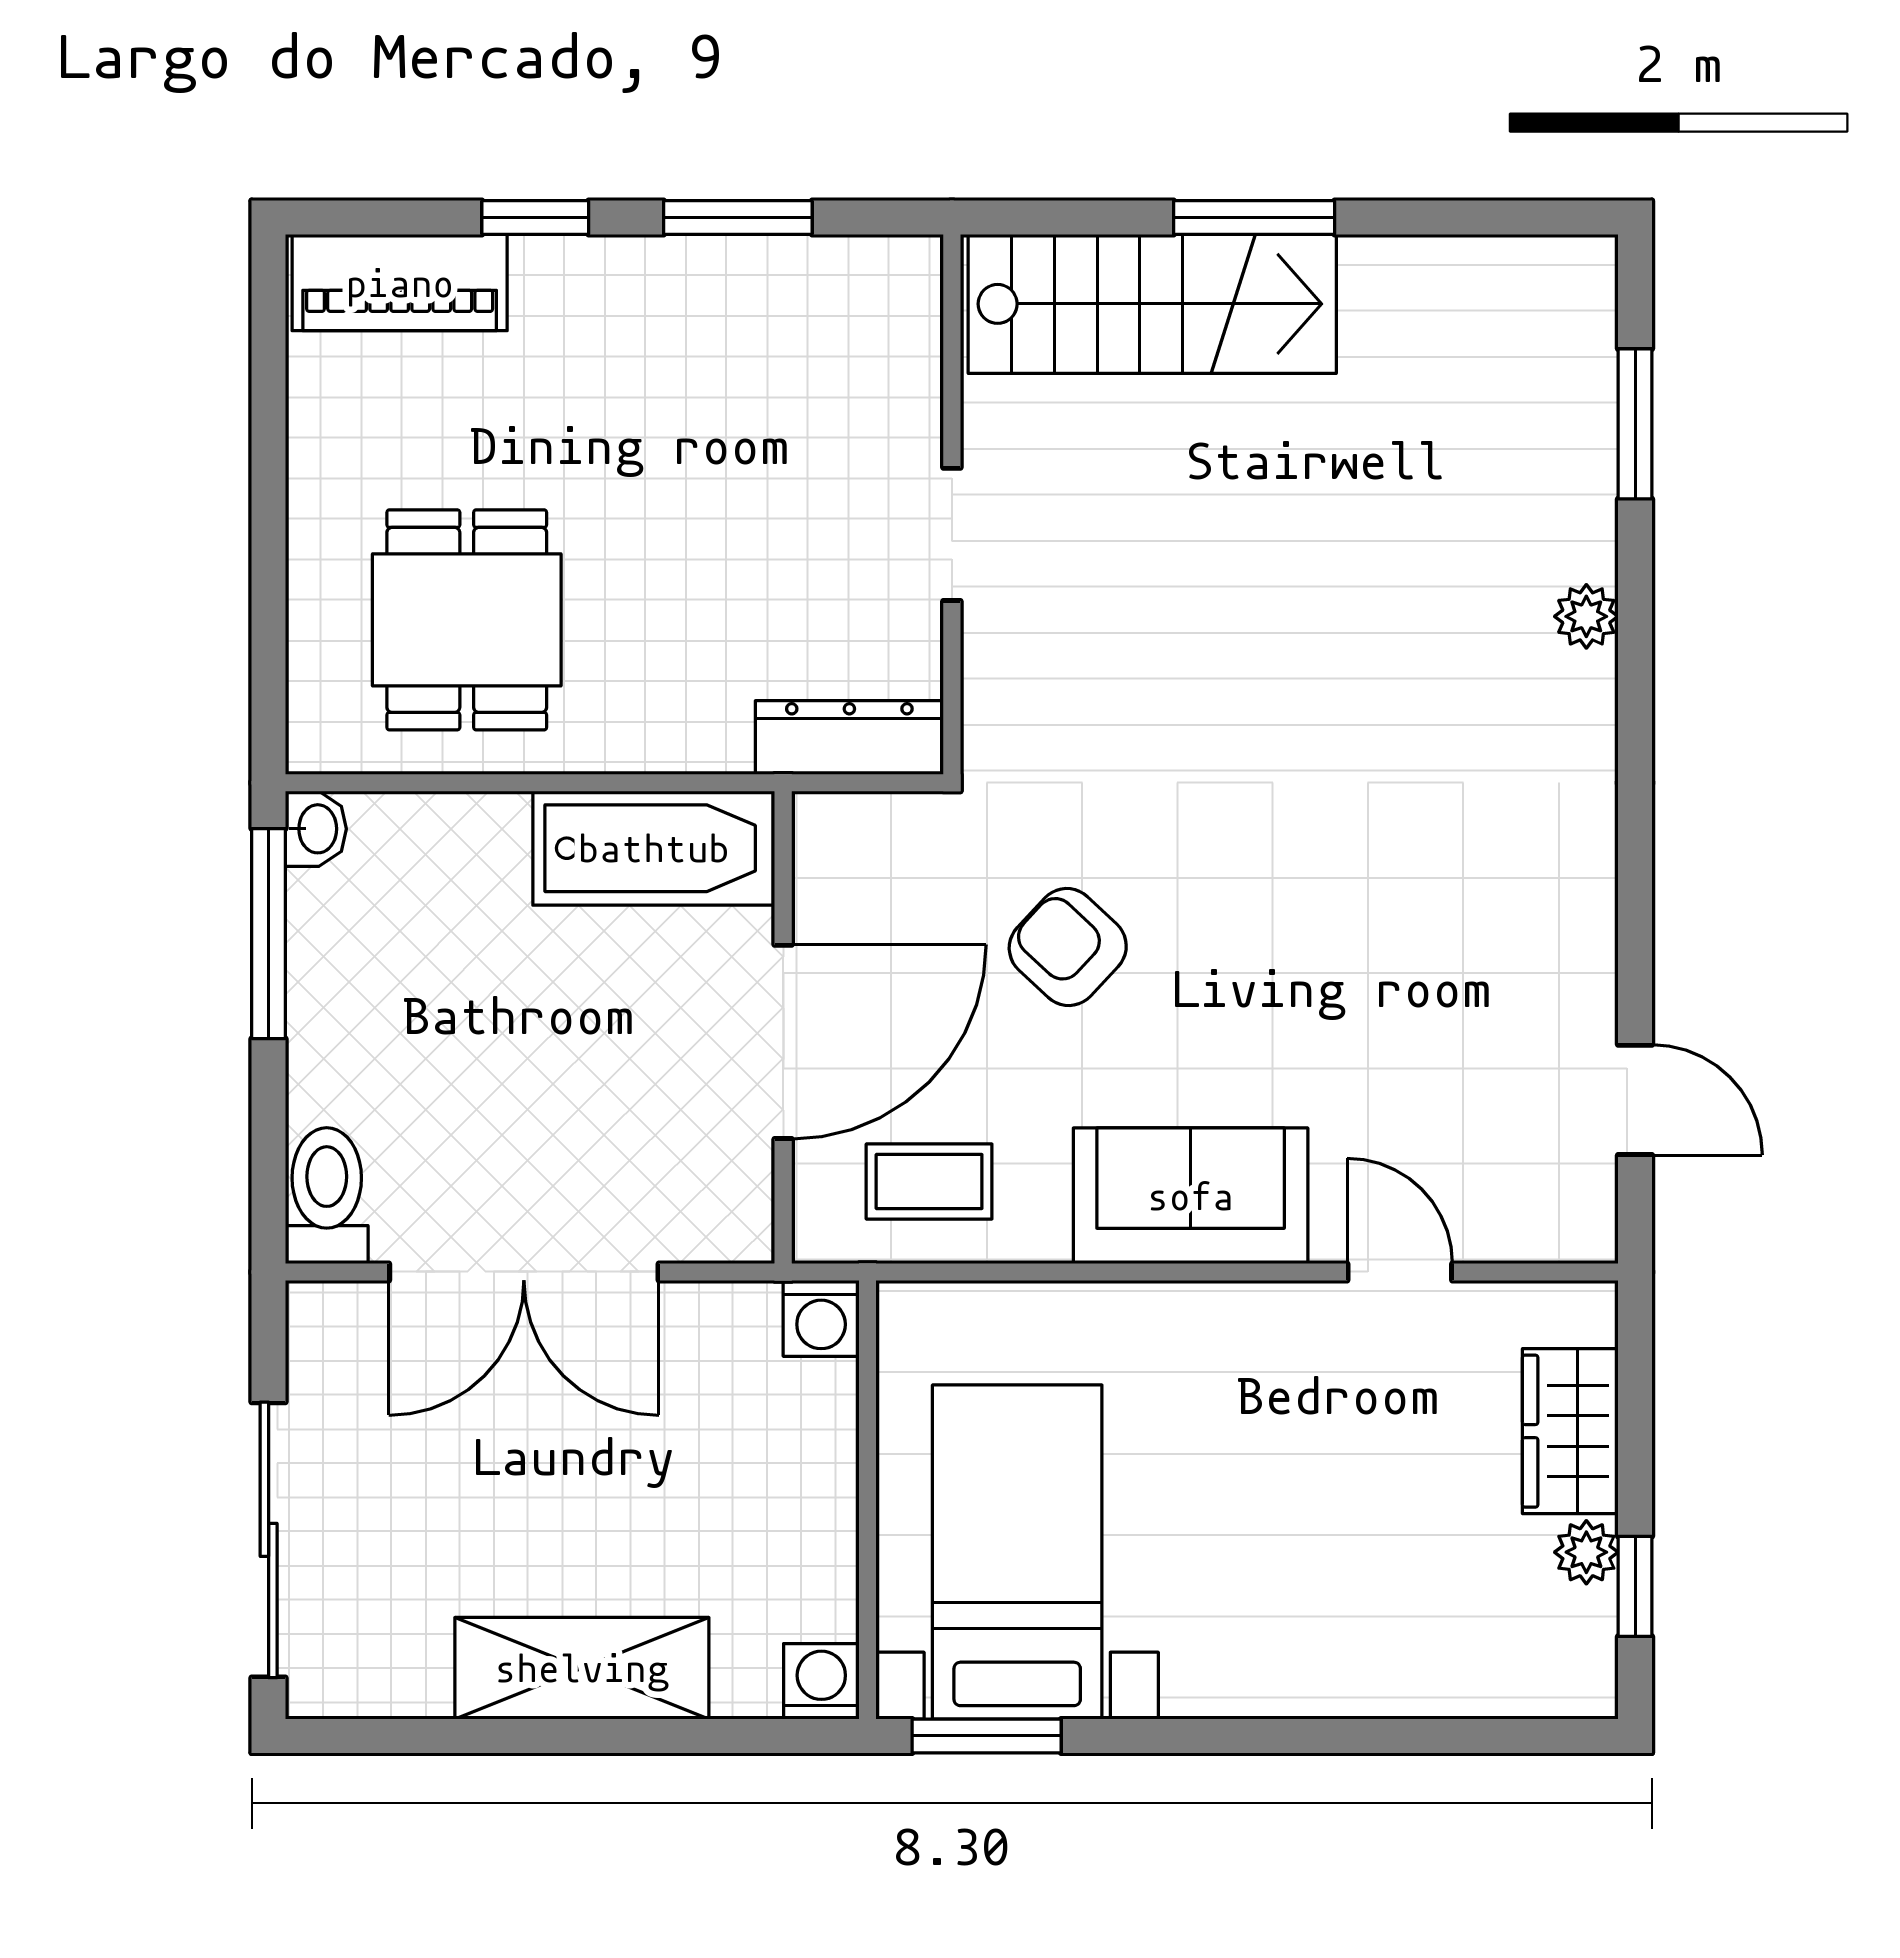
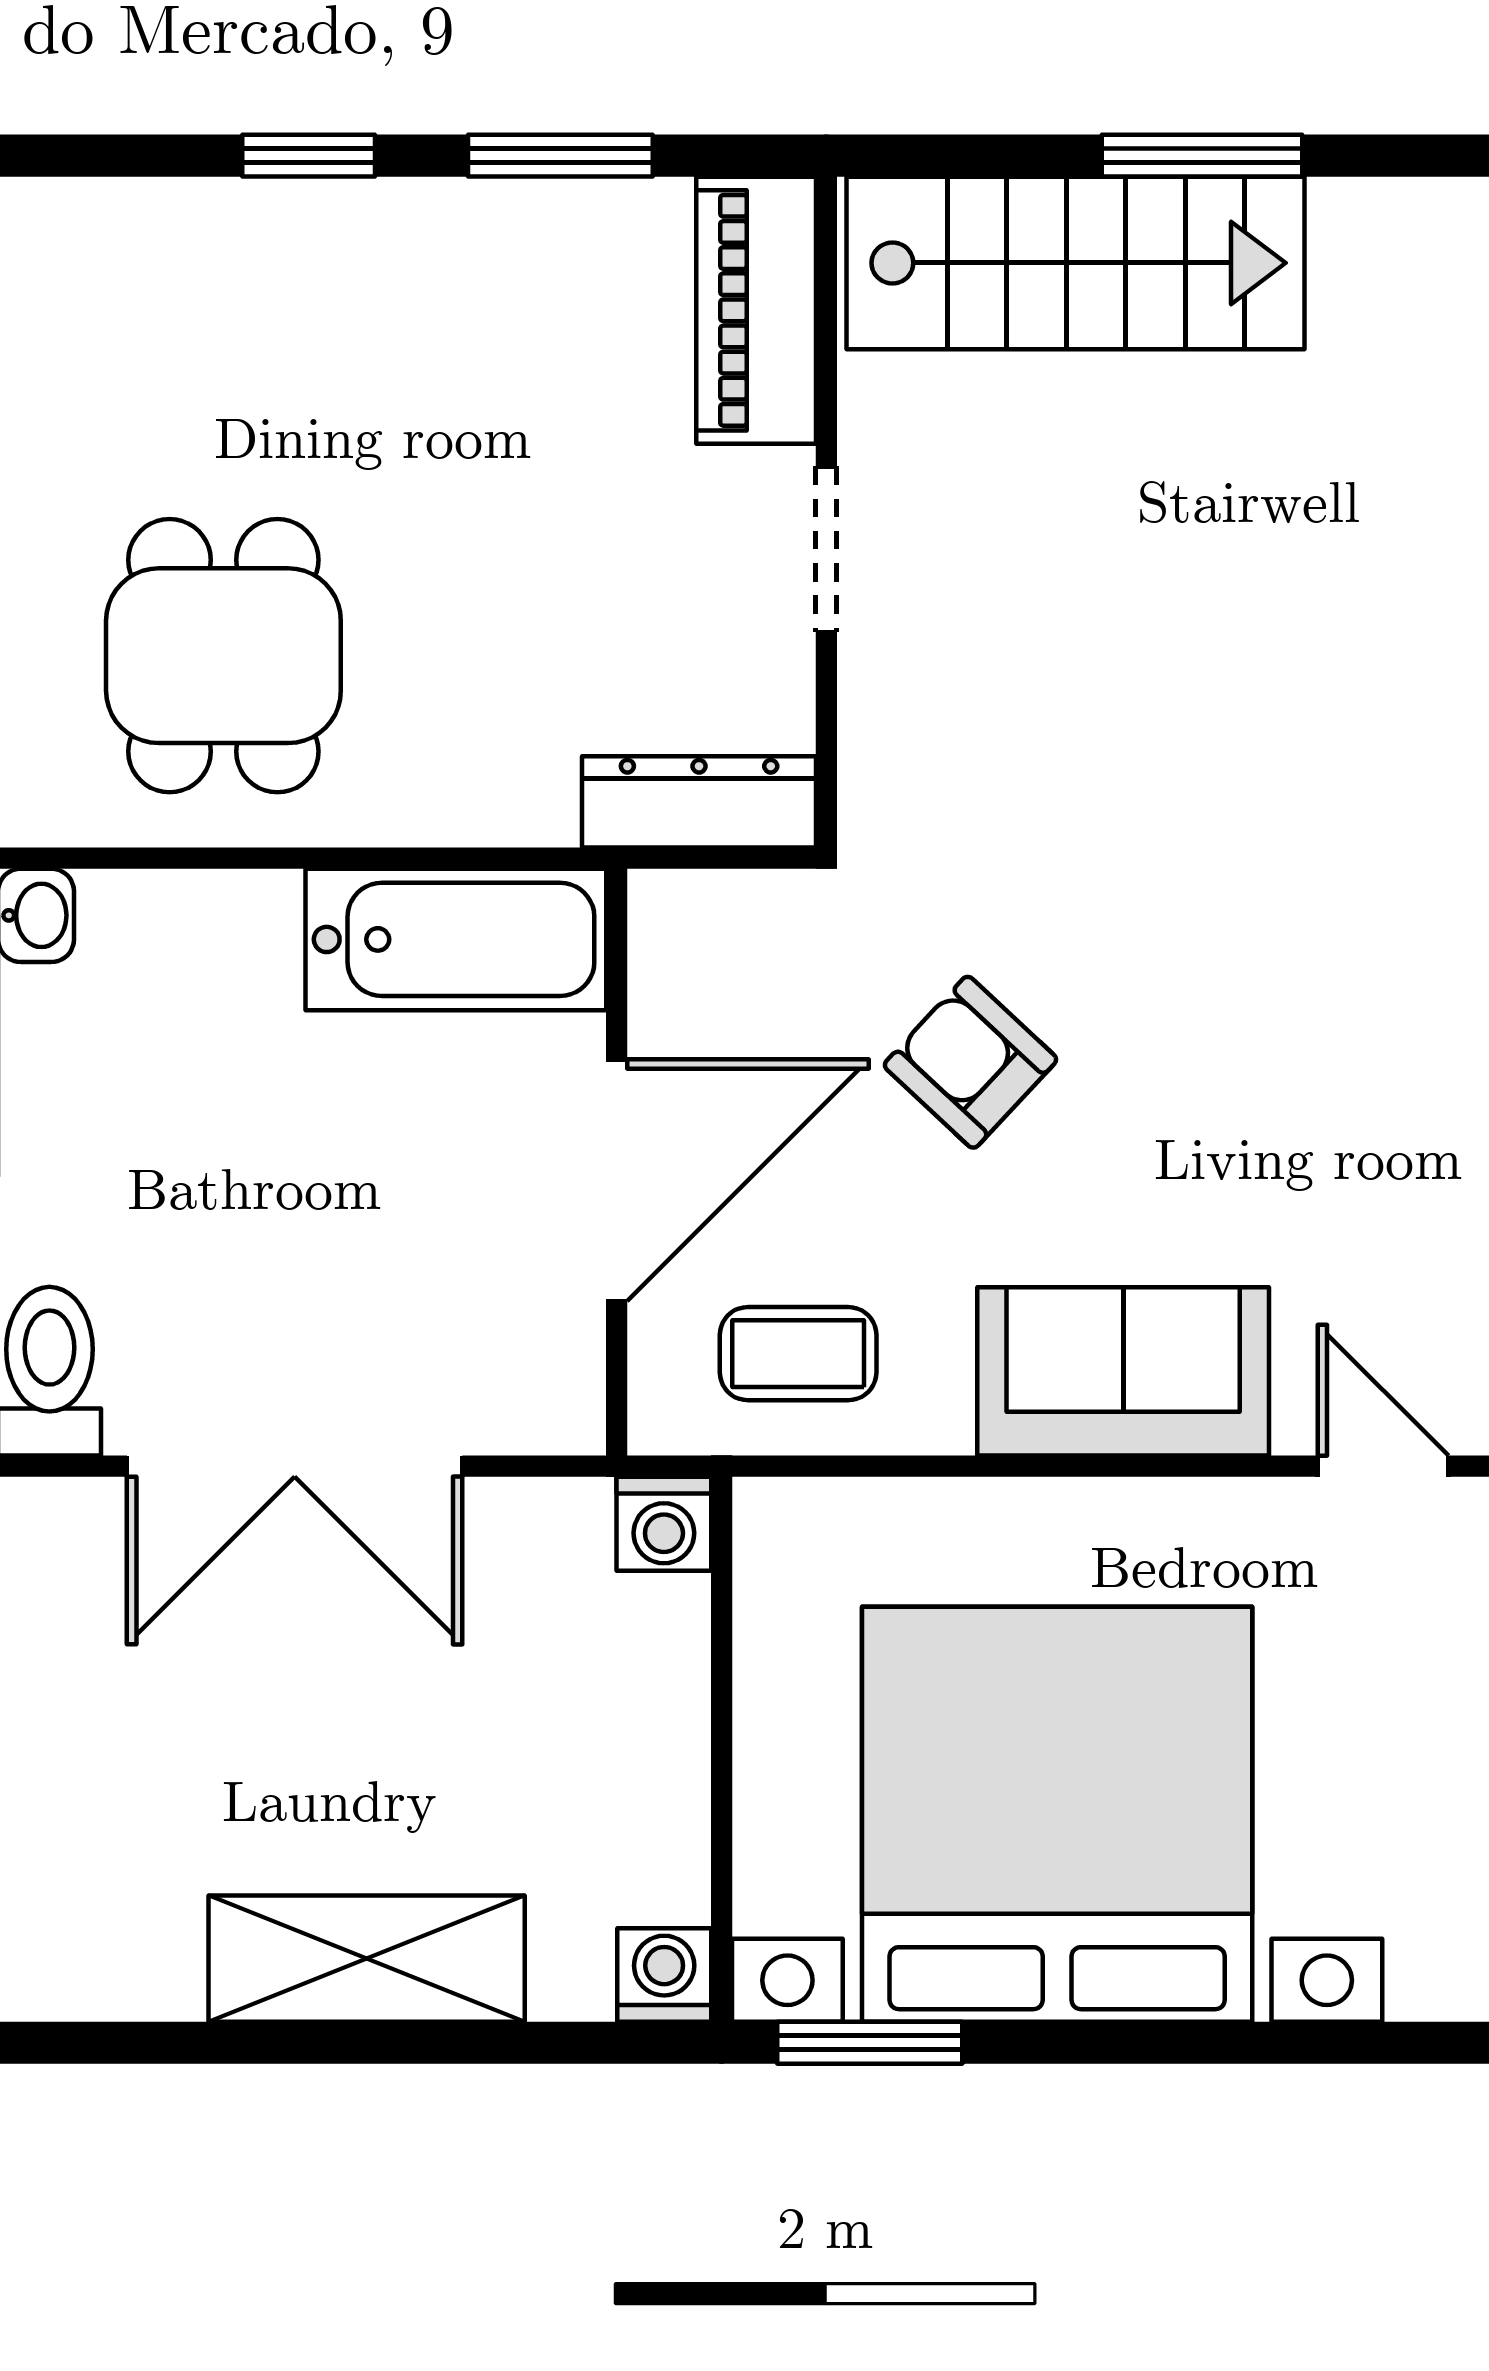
piano: (400, 283) -> (756, 310), moved, turned 90
bed with nightstands: (1017, 1552) -> (1057, 1814), width x1.85

